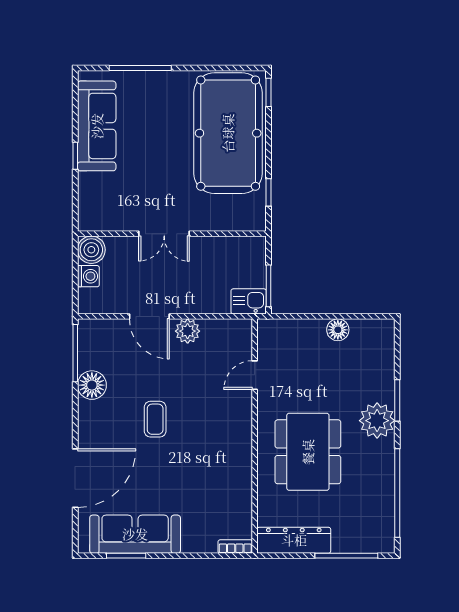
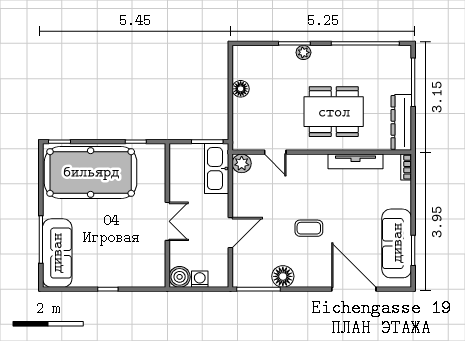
sofa: (97, 126) -> (57, 253), moved, turned 90
kitchen sink: (249, 301) -> (217, 169), width x1.87, depth x1.24
plant: (188, 331) -> (242, 163), moved
plant: (377, 421) -> (303, 52), width x0.53, depth x0.53
tv unit: (243, 480) -> (355, 161), added

